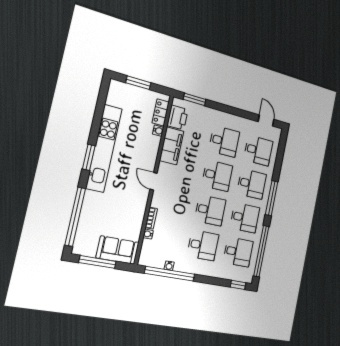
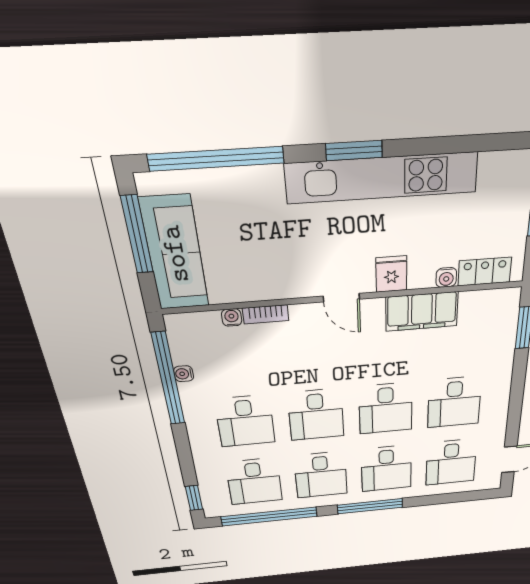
printer: (178, 118) -> (481, 307), removed
fridge: (149, 155) -> (391, 274), added
door: (154, 181) -> (341, 298), swing flipped
sofa: (118, 250) -> (175, 254), width x1.36

